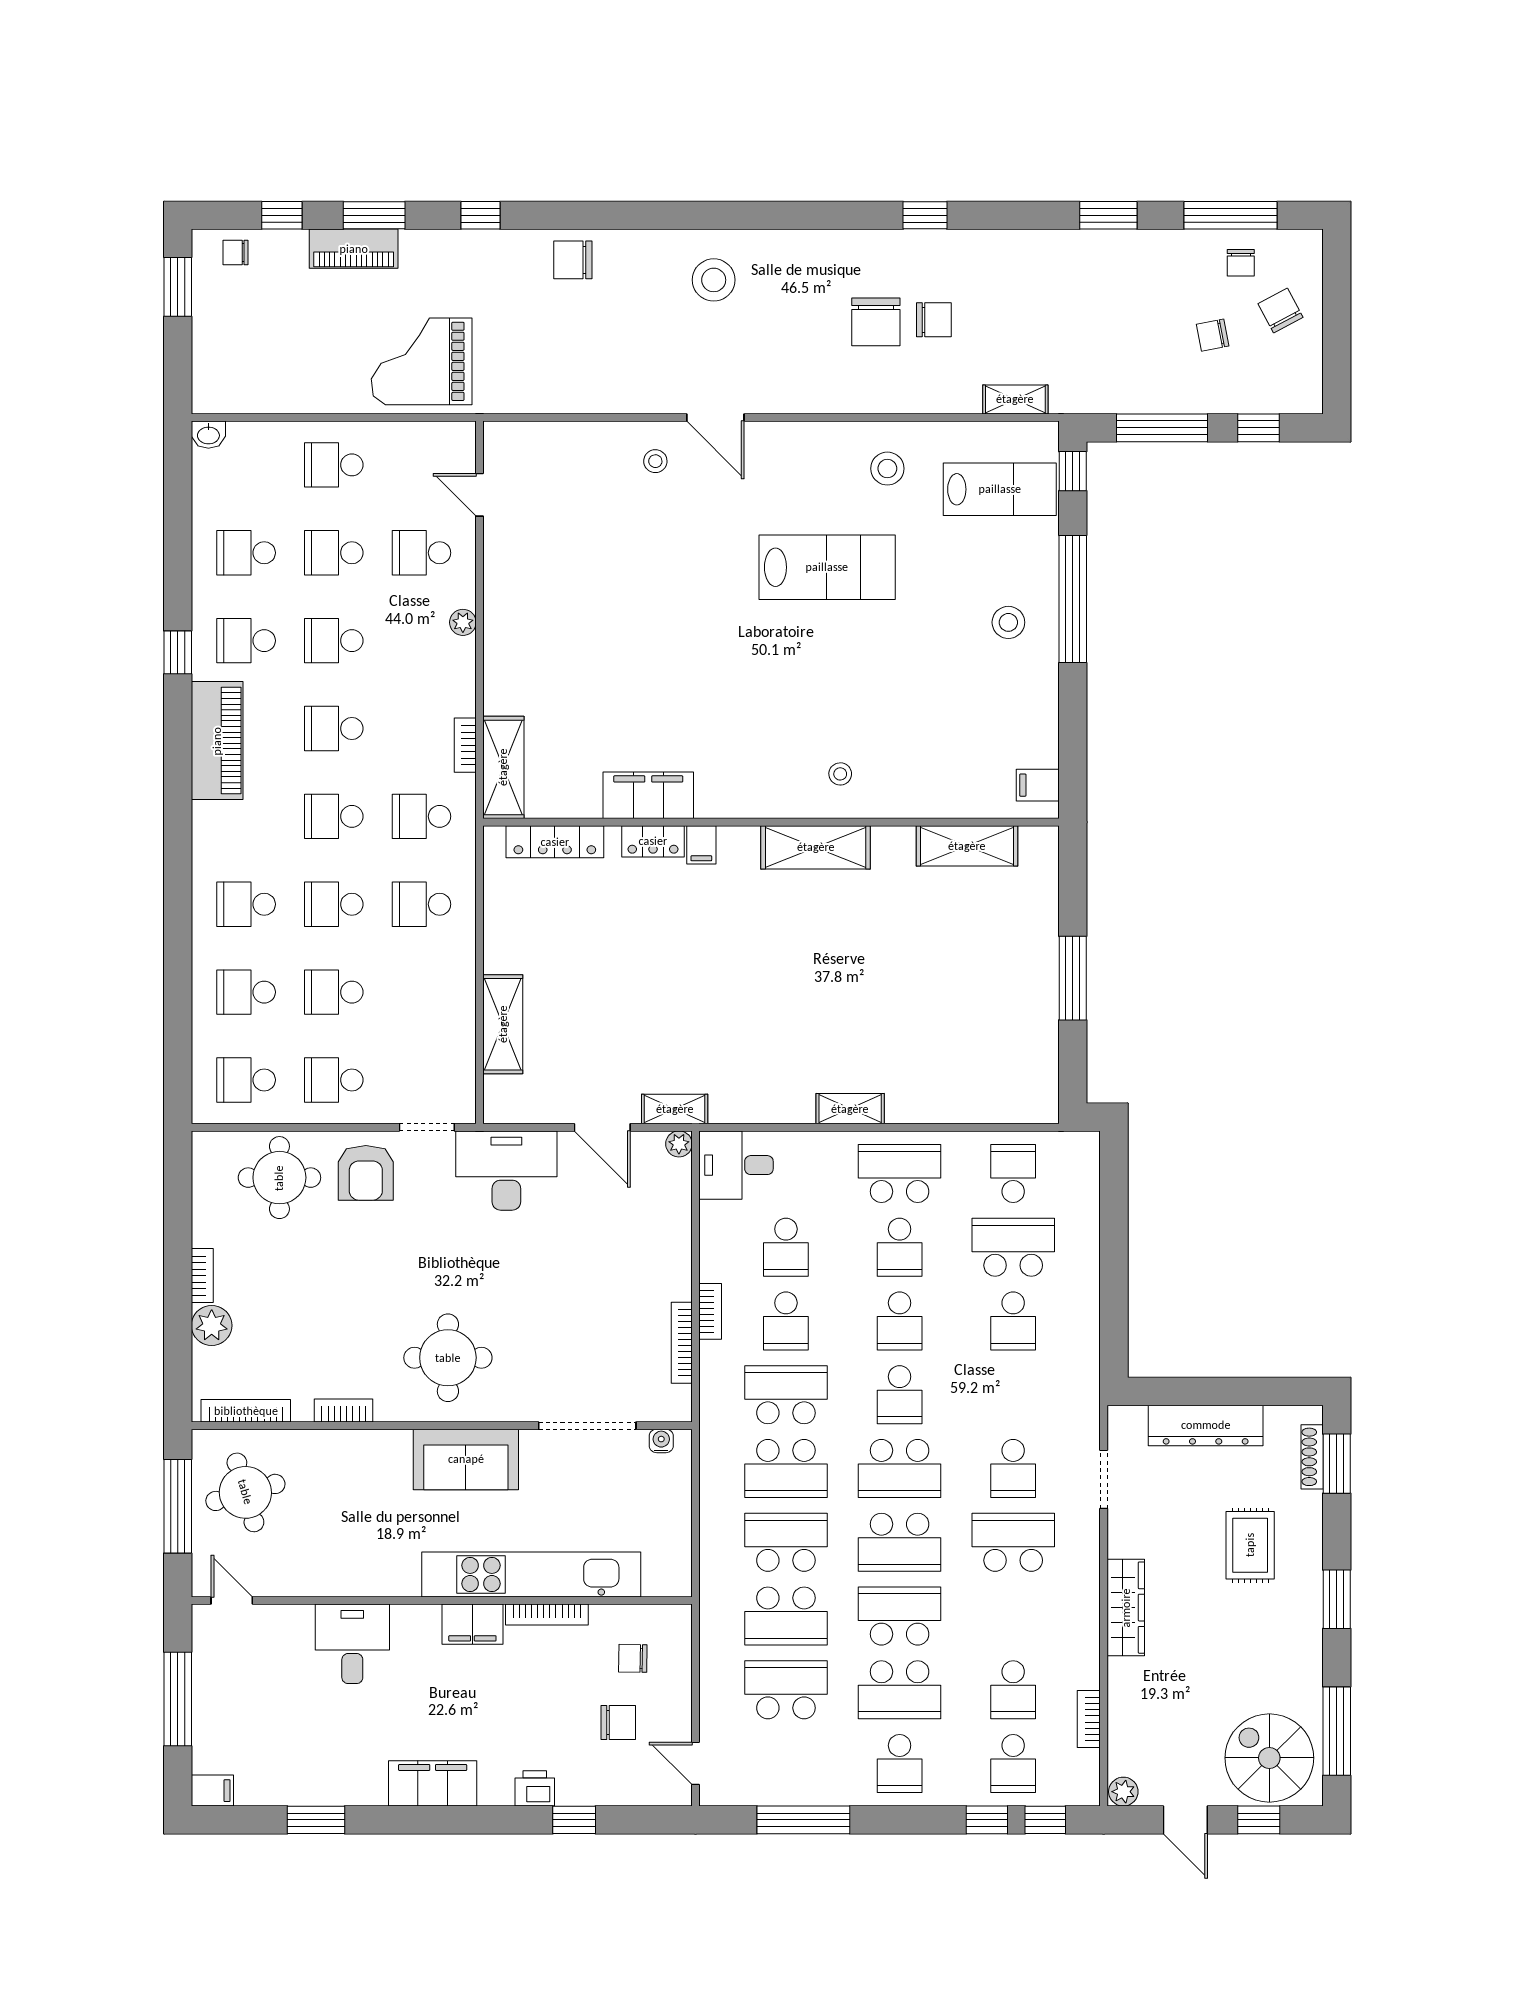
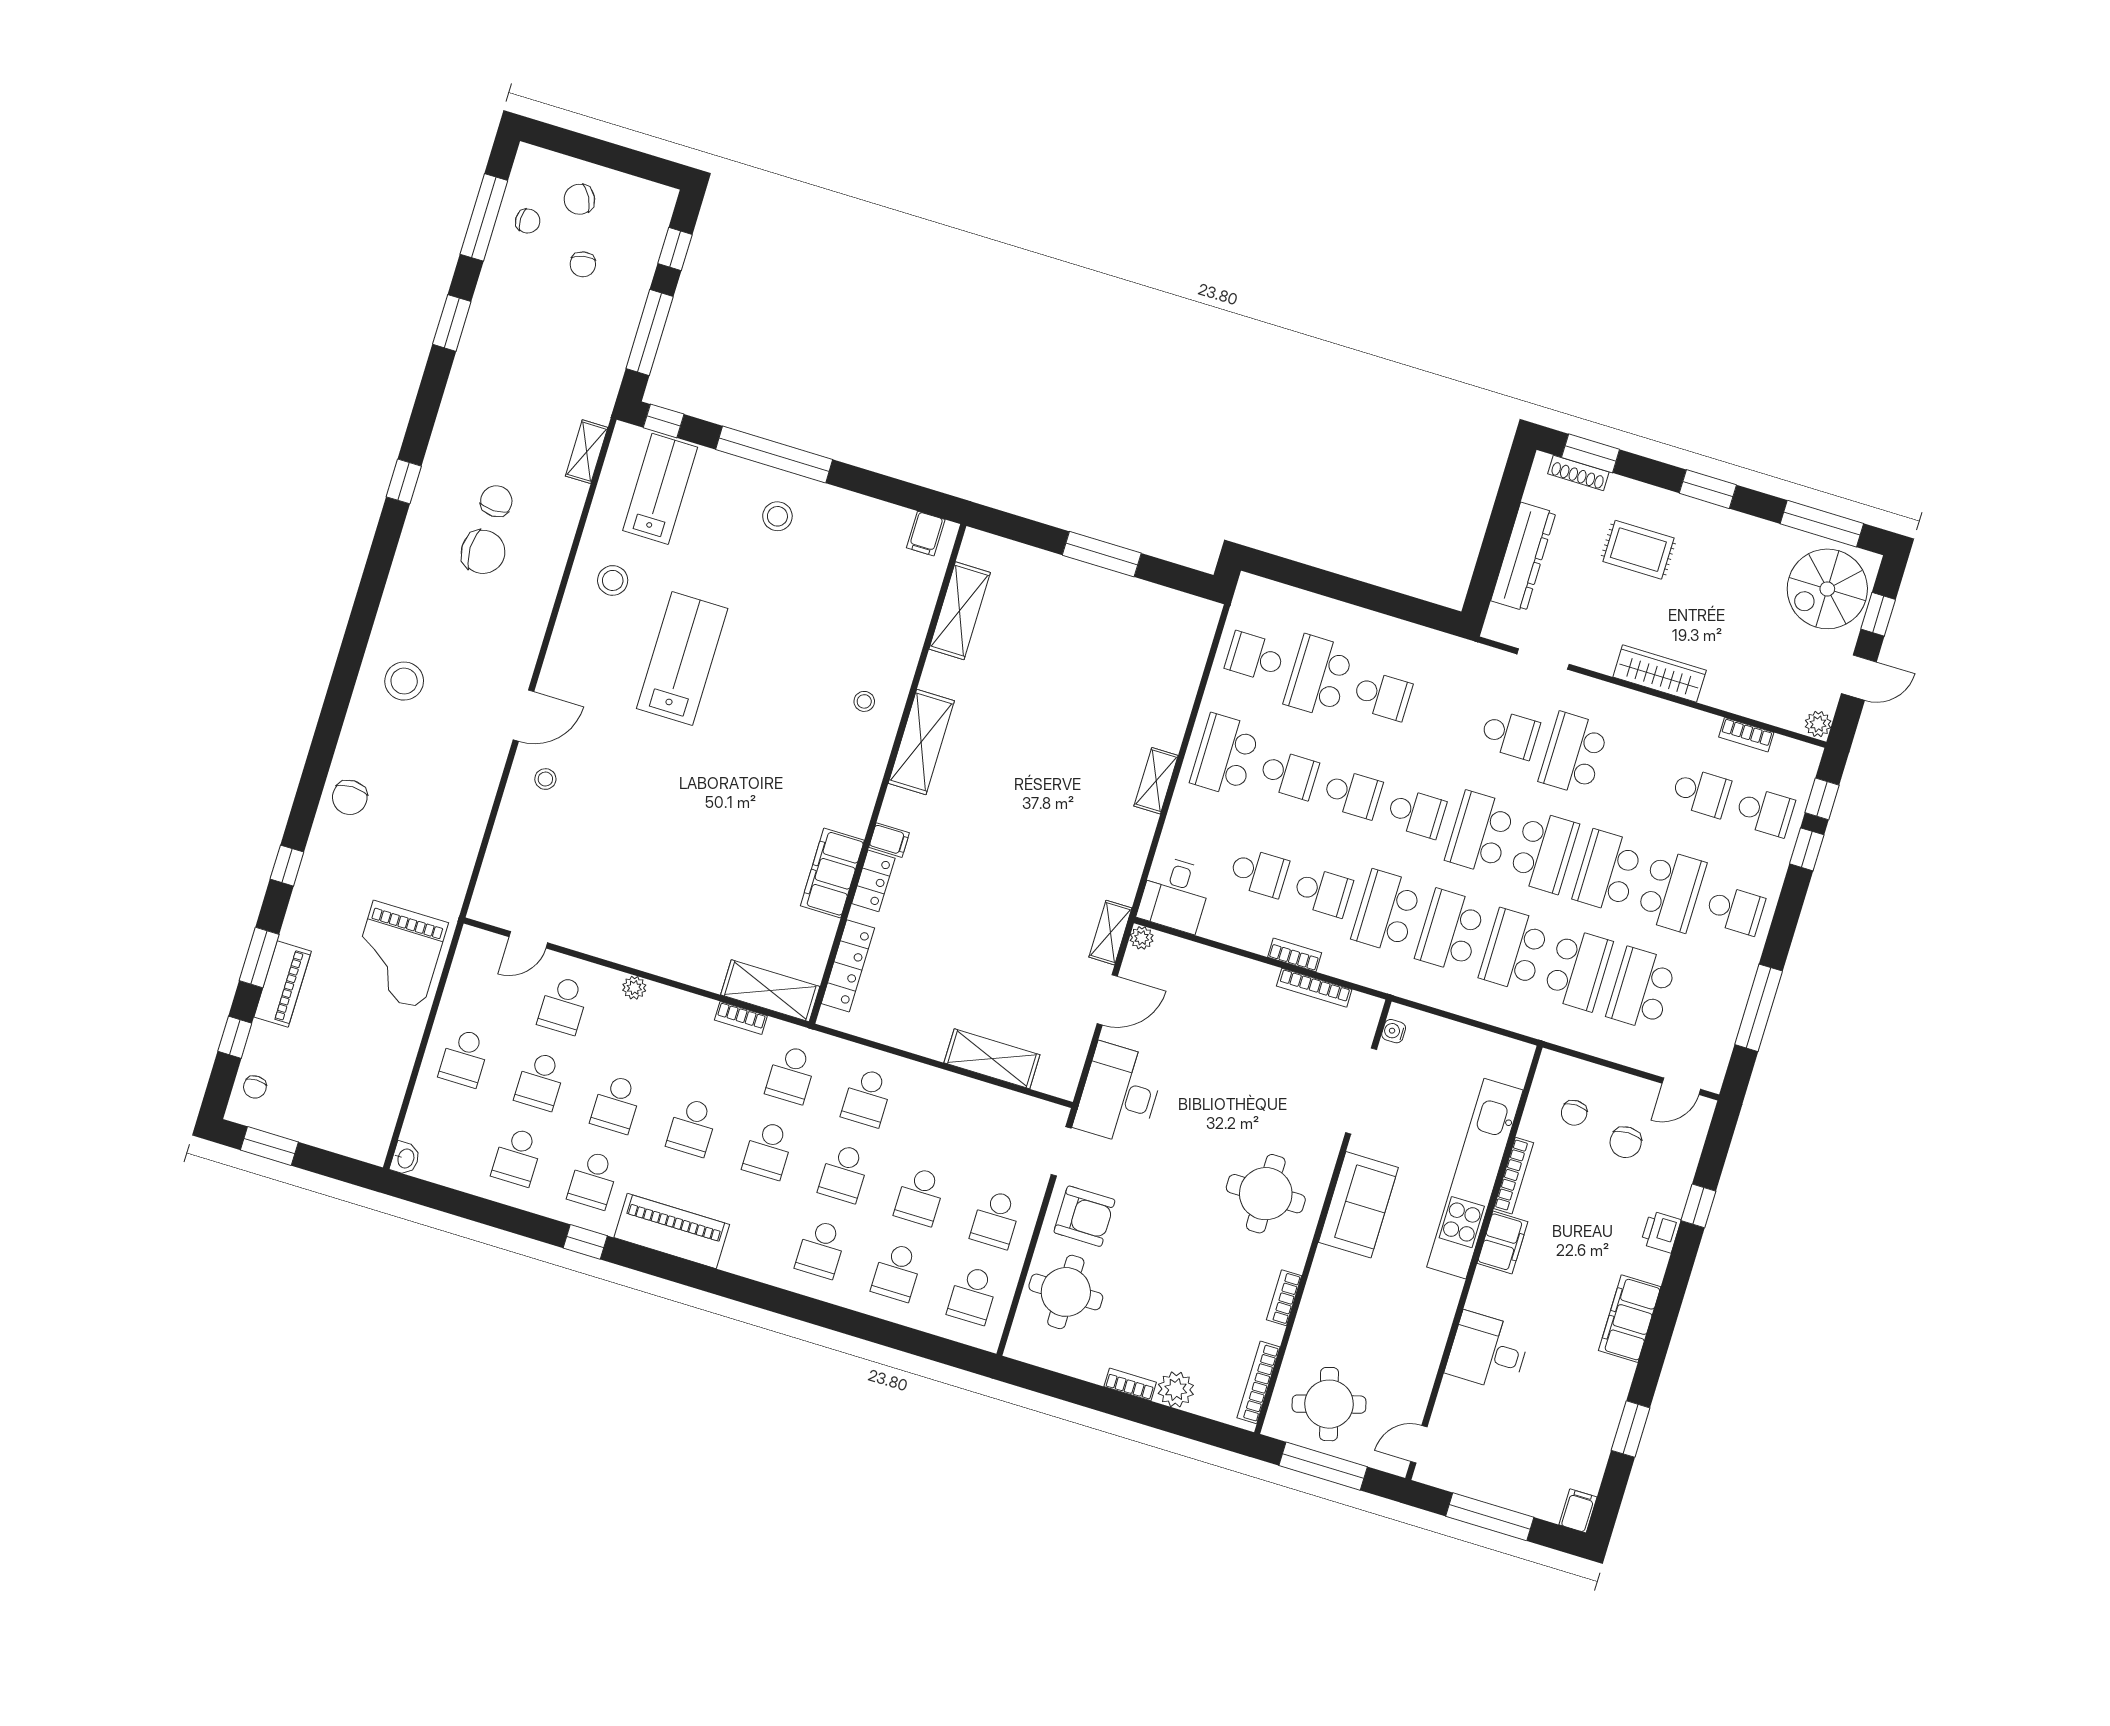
school desk: (786, 1469) -> (1450, 931), turned 180
school desk: (900, 1469) -> (1480, 832), turned 180
chair: (618, 1722) -> (1626, 1142), turned 180

